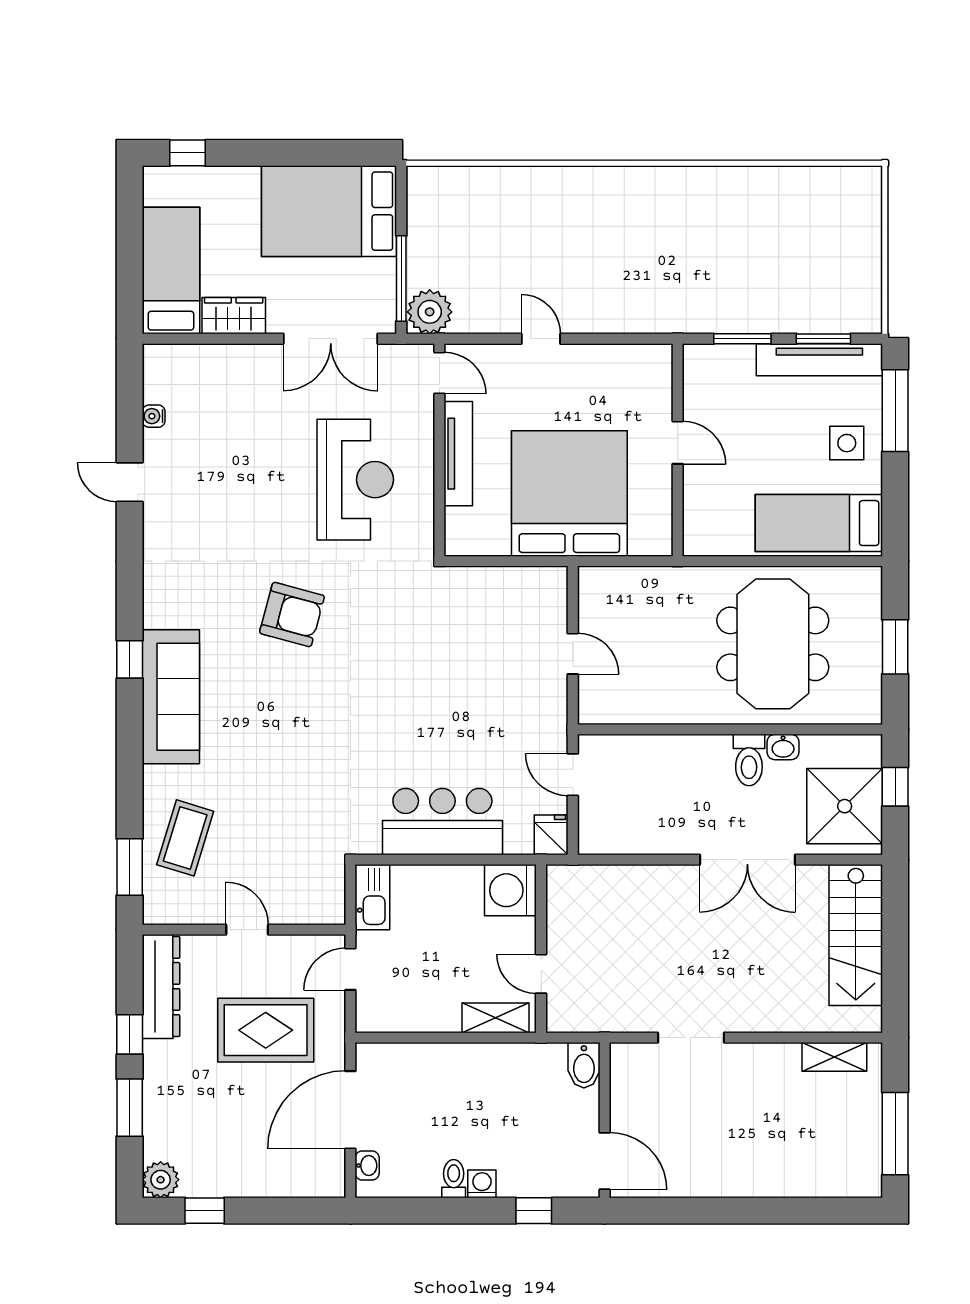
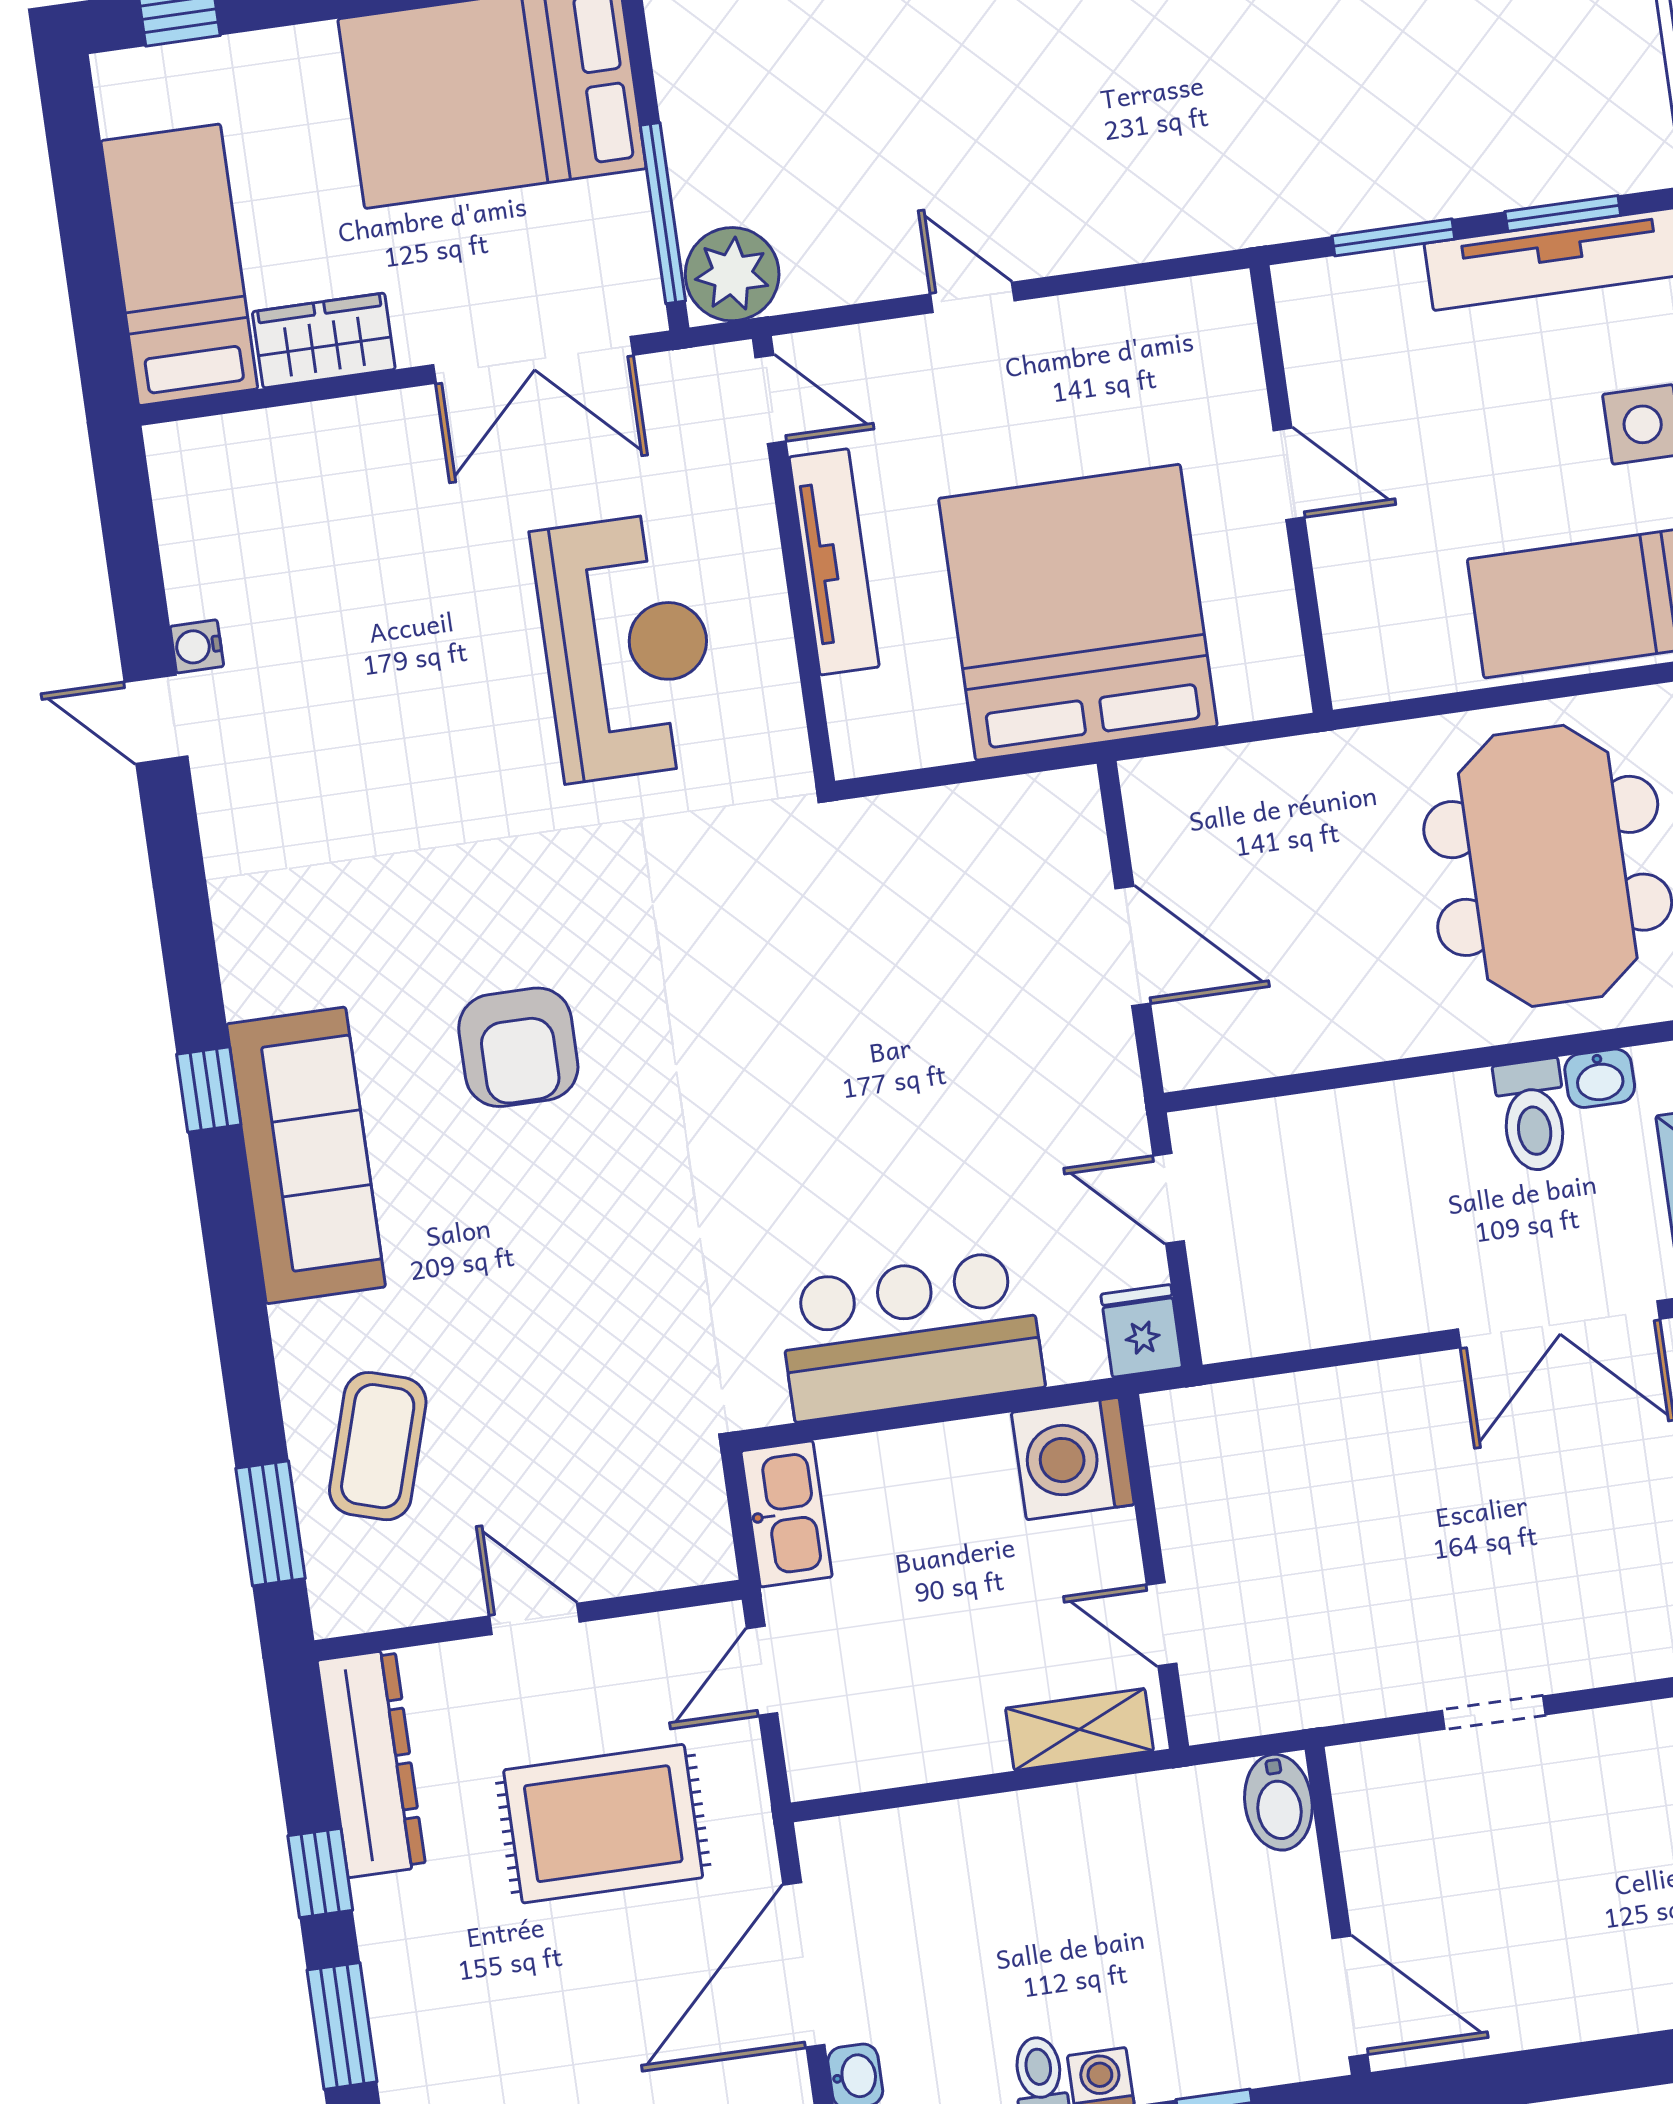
water cooler: (154, 416) -> (197, 646), moved
armchair: (292, 614) -> (518, 1047), moved, turned 75
door: (573, 654) -> (1133, 946), width x1.38
doorway: (691, 1038) -> (1494, 1713), width x0.73

